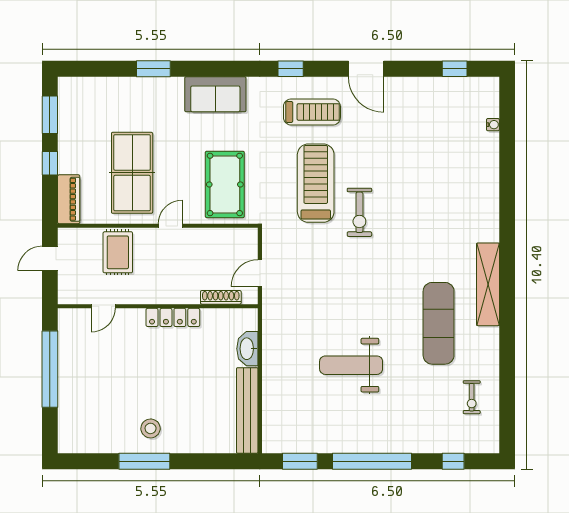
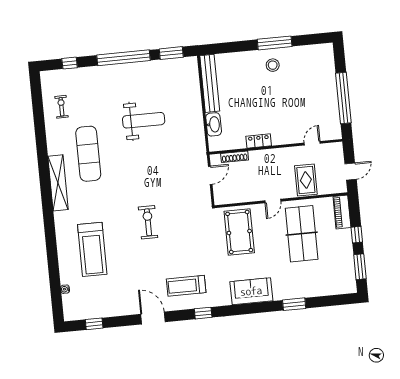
treadmill: (316, 183) -> (92, 249), moved
locker: (173, 317) -> (259, 141), width x0.66

